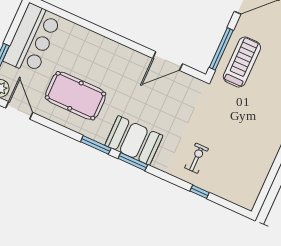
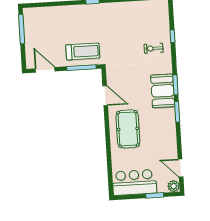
treadmill: (242, 62) -> (83, 51), turned 180
pool table: (75, 96) -> (128, 129), moved
door: (19, 110) -> (181, 168), hinge flipped

